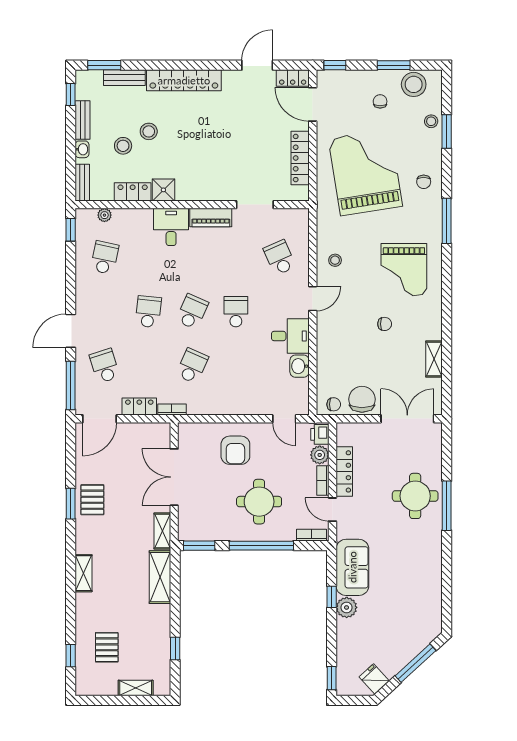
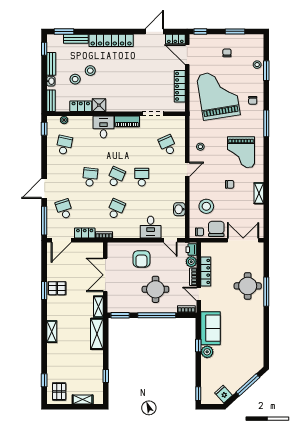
stool: (414, 84) -> (206, 206), moved
desk: (290, 336) -> (151, 227), moved, turned 90
shelving: (434, 359) -> (259, 193), moved
pallet: (92, 500) -> (57, 288), turned 90
pallet: (107, 647) -> (59, 391), moved

